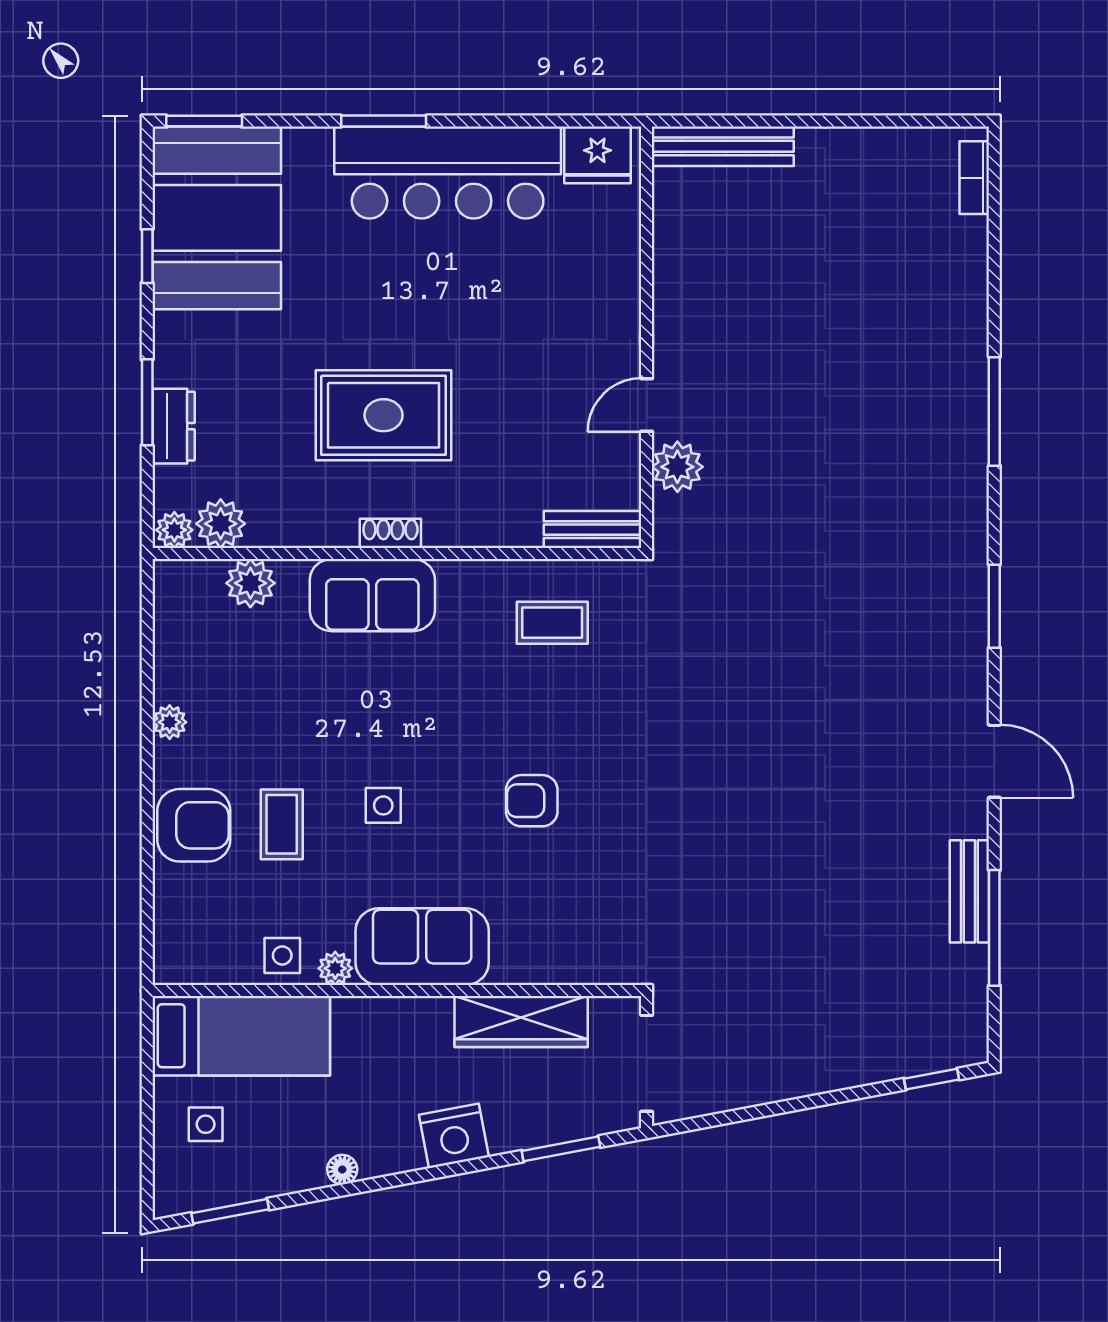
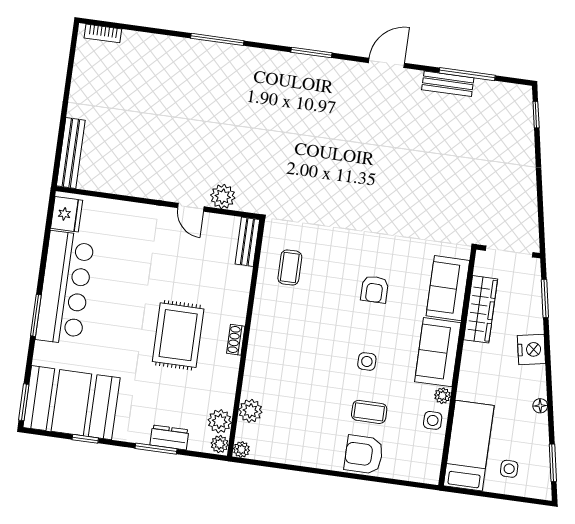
sofa: (372, 595) -> (448, 288), moved, turned 180
plant: (170, 722) -> (241, 449), moved
armchair: (194, 825) -> (364, 454), turned -90

